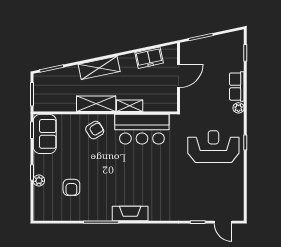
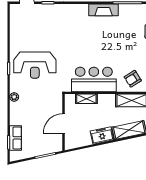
freezer: (149, 58) -> (102, 135), moved
row of seats: (237, 87) -> (16, 138), moved
shelving: (130, 106) -> (86, 99), moved

